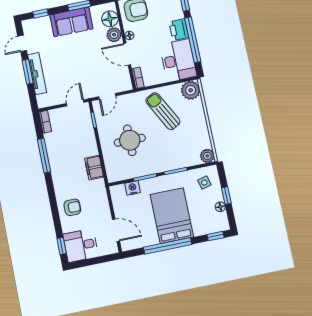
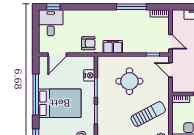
armchair: (72, 207) -> (88, 43), moved, turned -90

